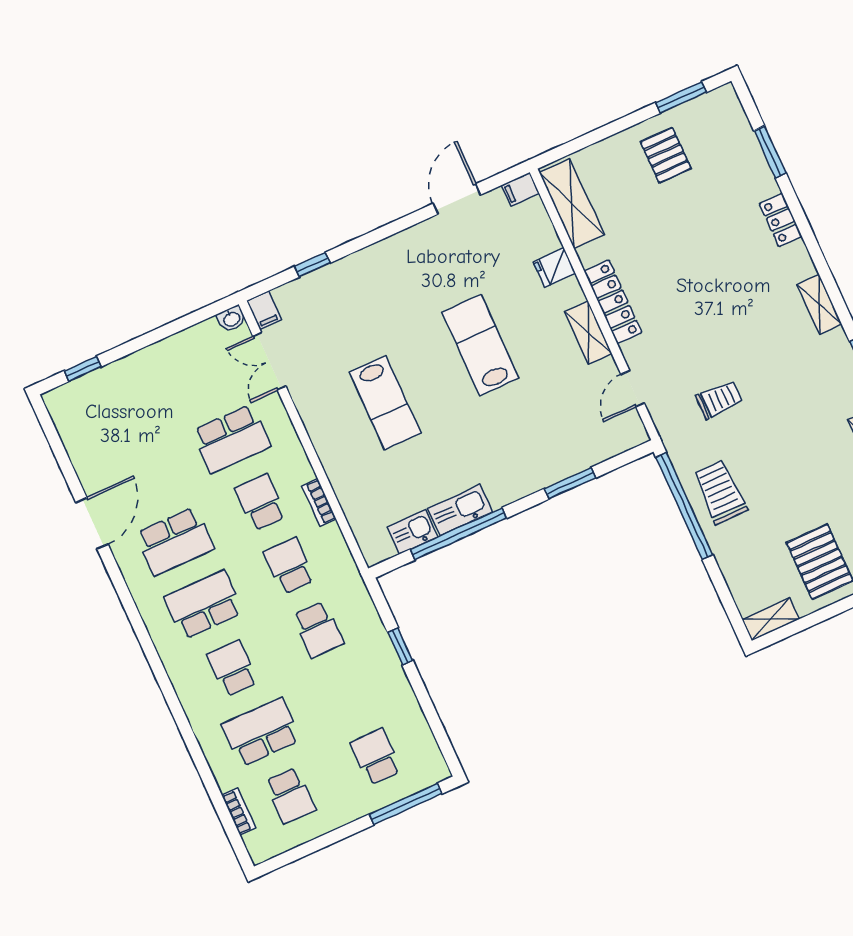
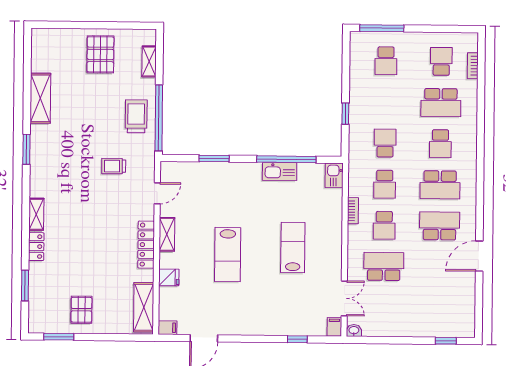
shelving: (819, 304) -> (36, 214), moved
trolley: (720, 492) -> (136, 116), turned 180
kitchen sink: (413, 532) -> (334, 175), moved, turned 90
shelving: (771, 619) -> (149, 61), moved, turned 90

